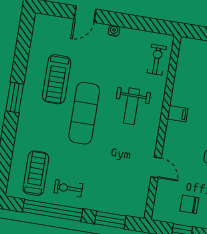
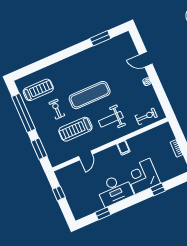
treadmill: (57, 79) -> (75, 129), moved
window: (15, 97) -> (100, 38), moved
exercise bike: (68, 188) -> (57, 109), moved
chair: (189, 204) -> (77, 188), removed

